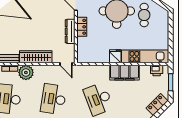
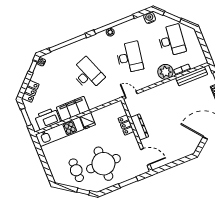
locker: (82, 27) -> (126, 125), moved
wardrobe: (36, 57) -> (162, 90), removed
printer: (157, 70) -> (48, 119), width x1.87, depth x1.48

